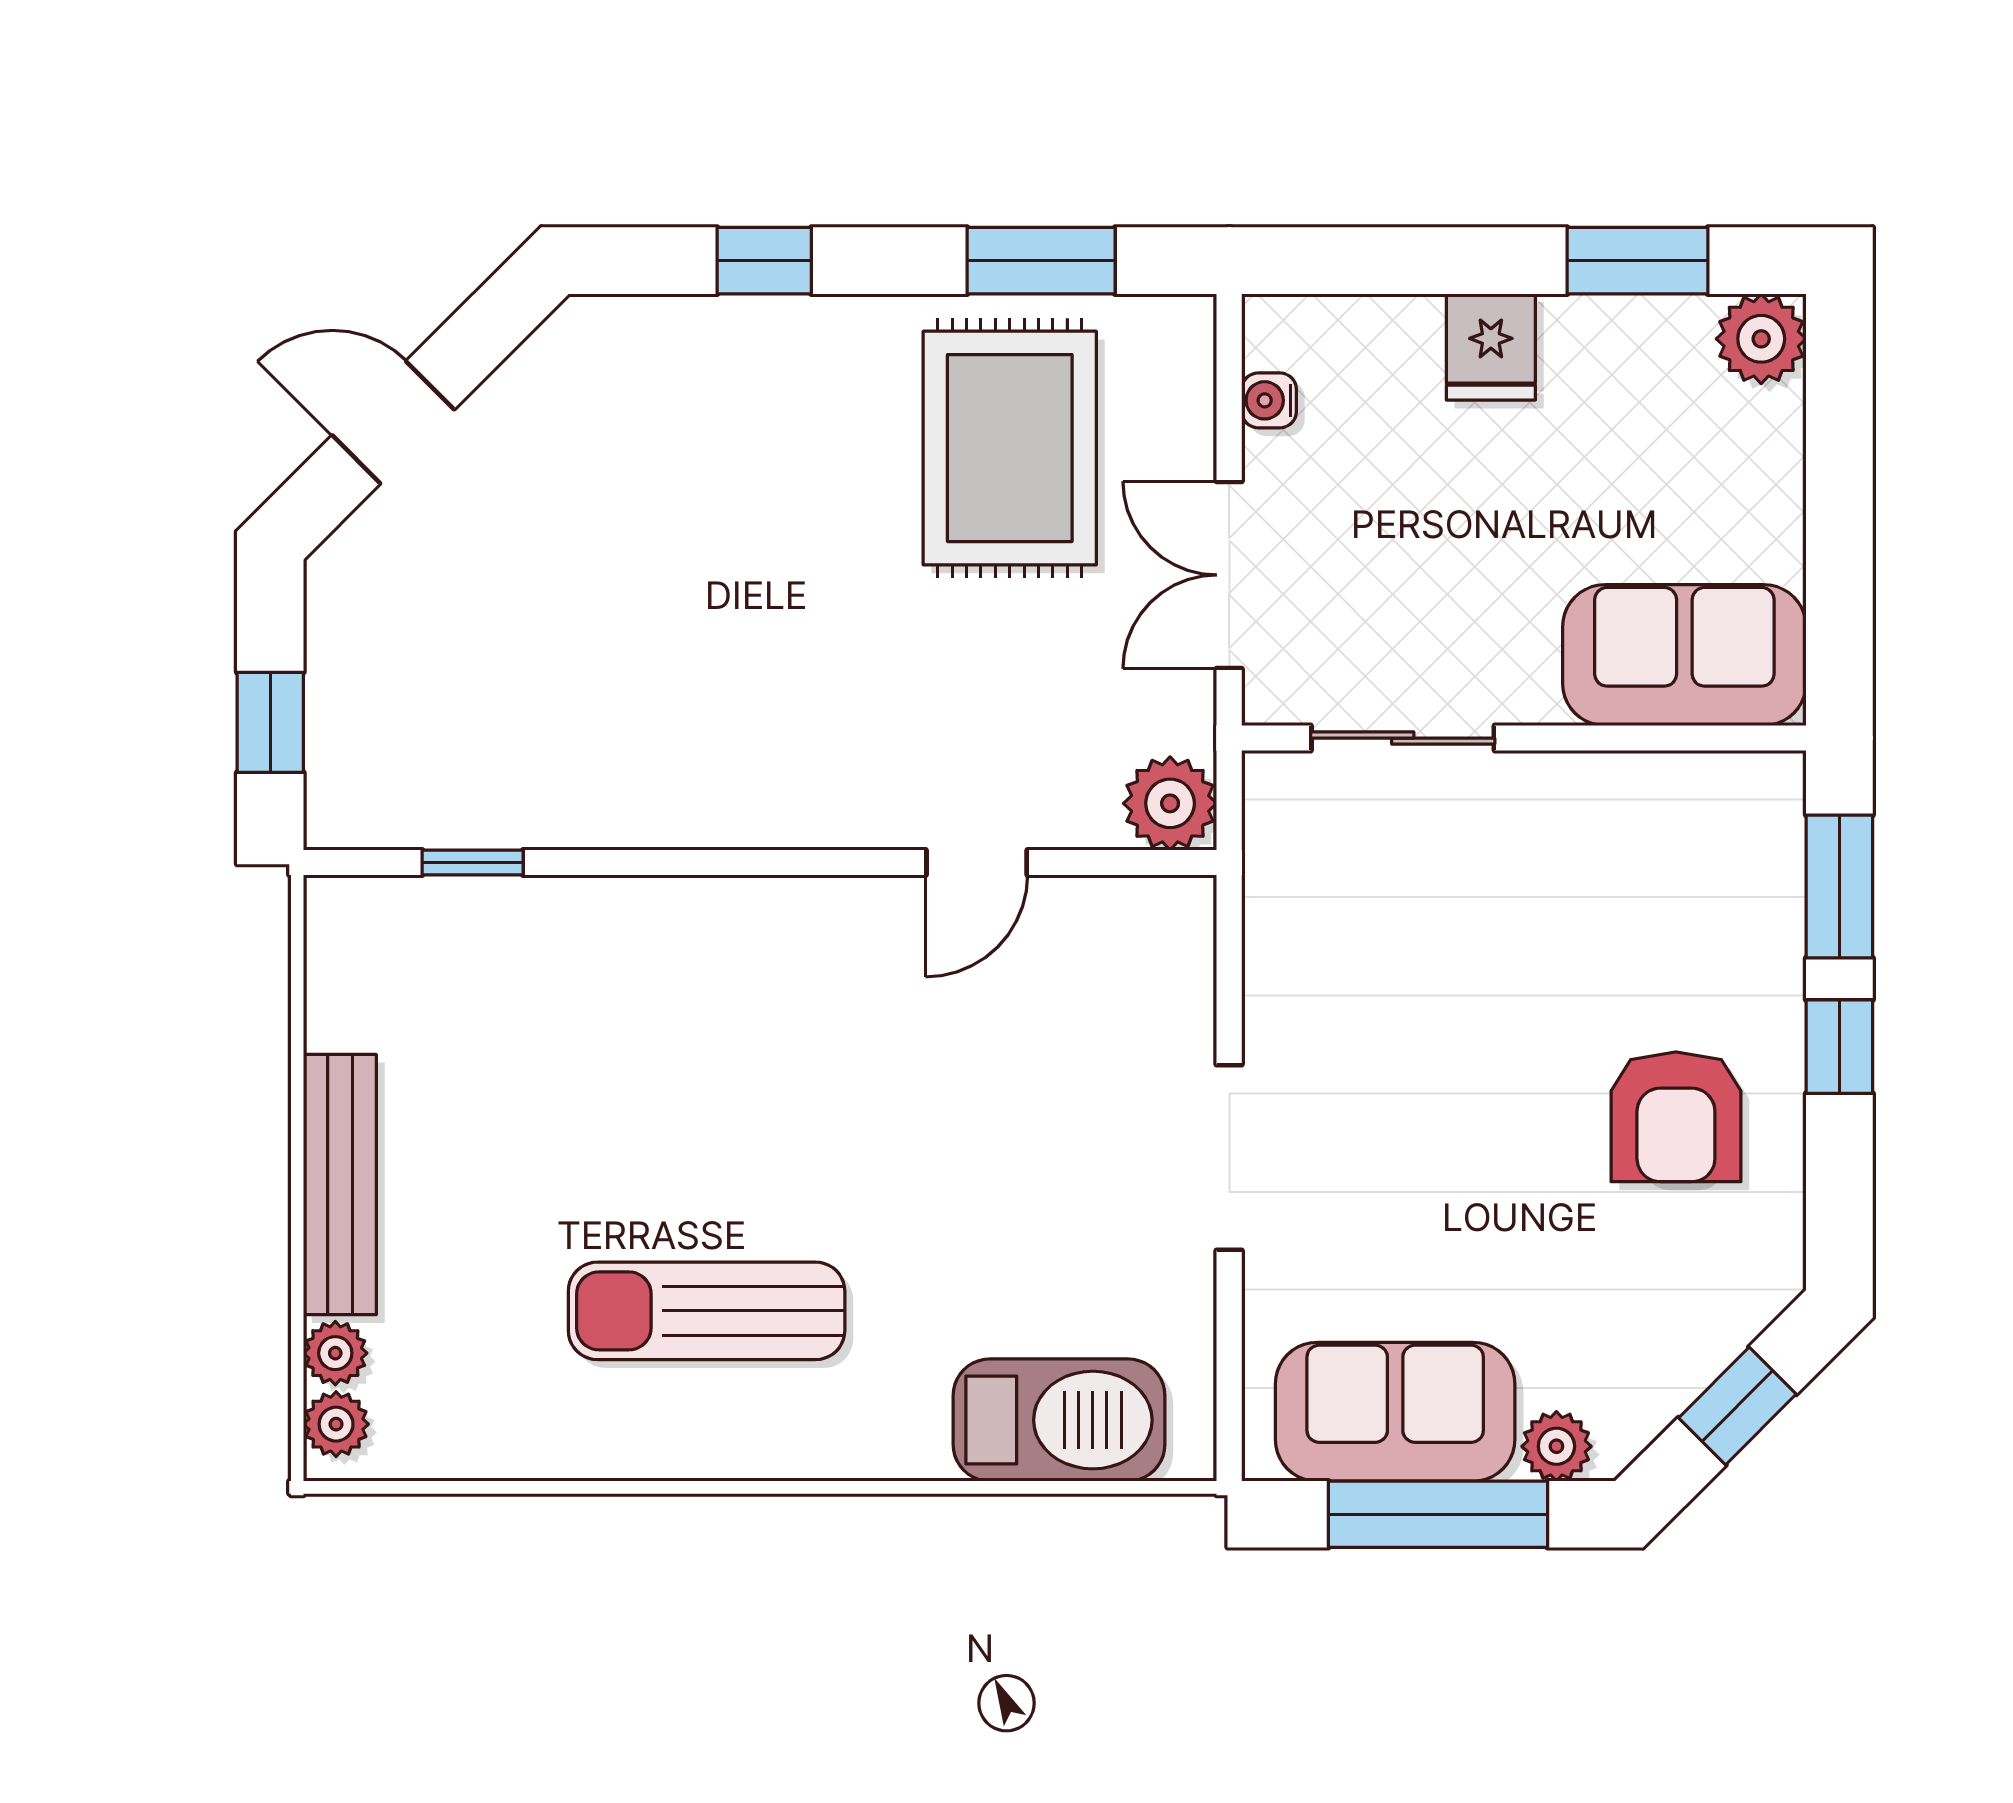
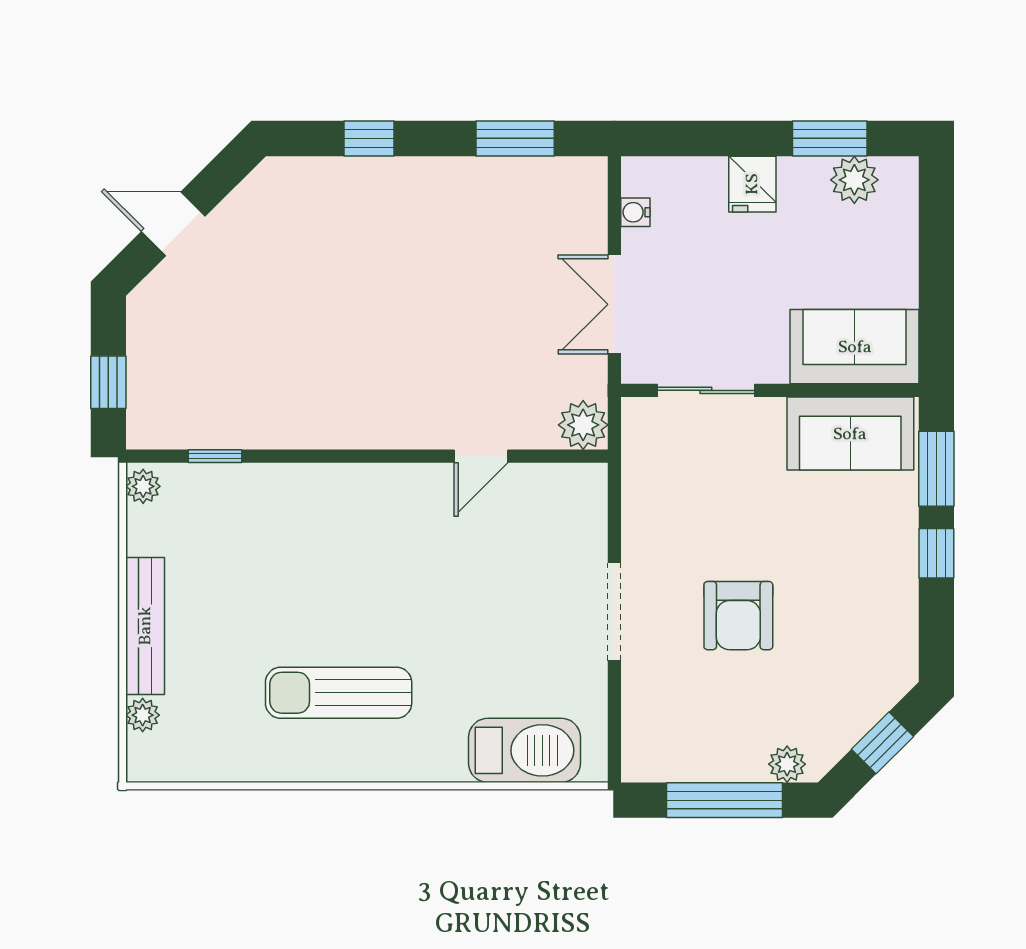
plant: (1761, 339) -> (854, 180), moved
rug: (1010, 448) -> (499, 237), removed
armchair: (1676, 1117) -> (738, 616), moved
sofa: (1395, 1412) -> (850, 434), moved, turned 180
plant: (336, 1424) -> (143, 486), moved

